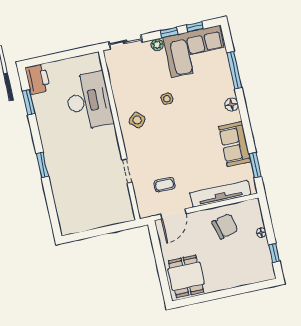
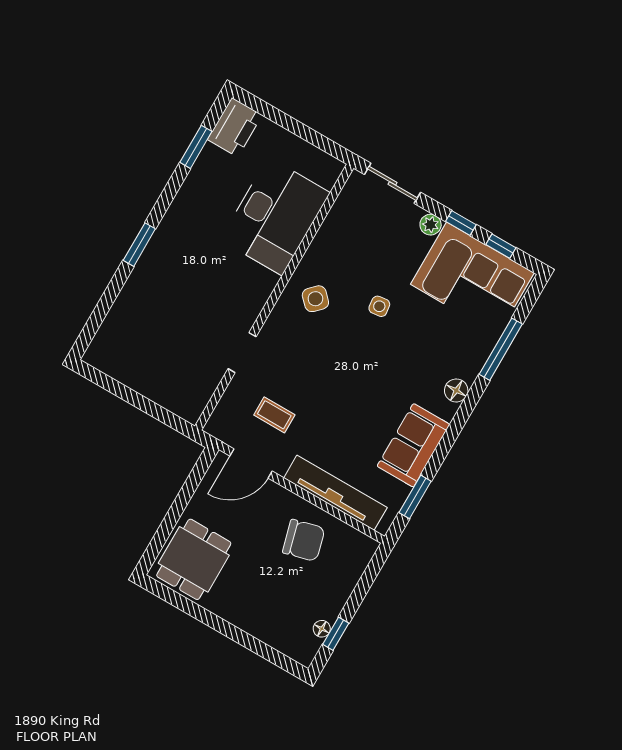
floor lamp: (261, 233) -> (322, 629), moved

